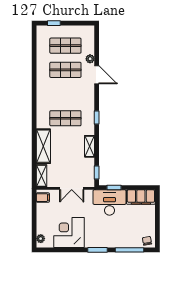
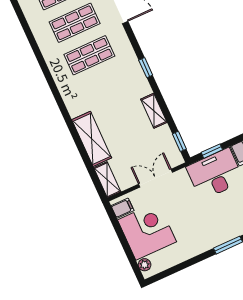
shop shelf: (65, 118) -> (89, 55), moved
double door: (72, 188) -> (156, 178), swing flipped
corner desk: (69, 233) -> (147, 231), moved, turned 90

